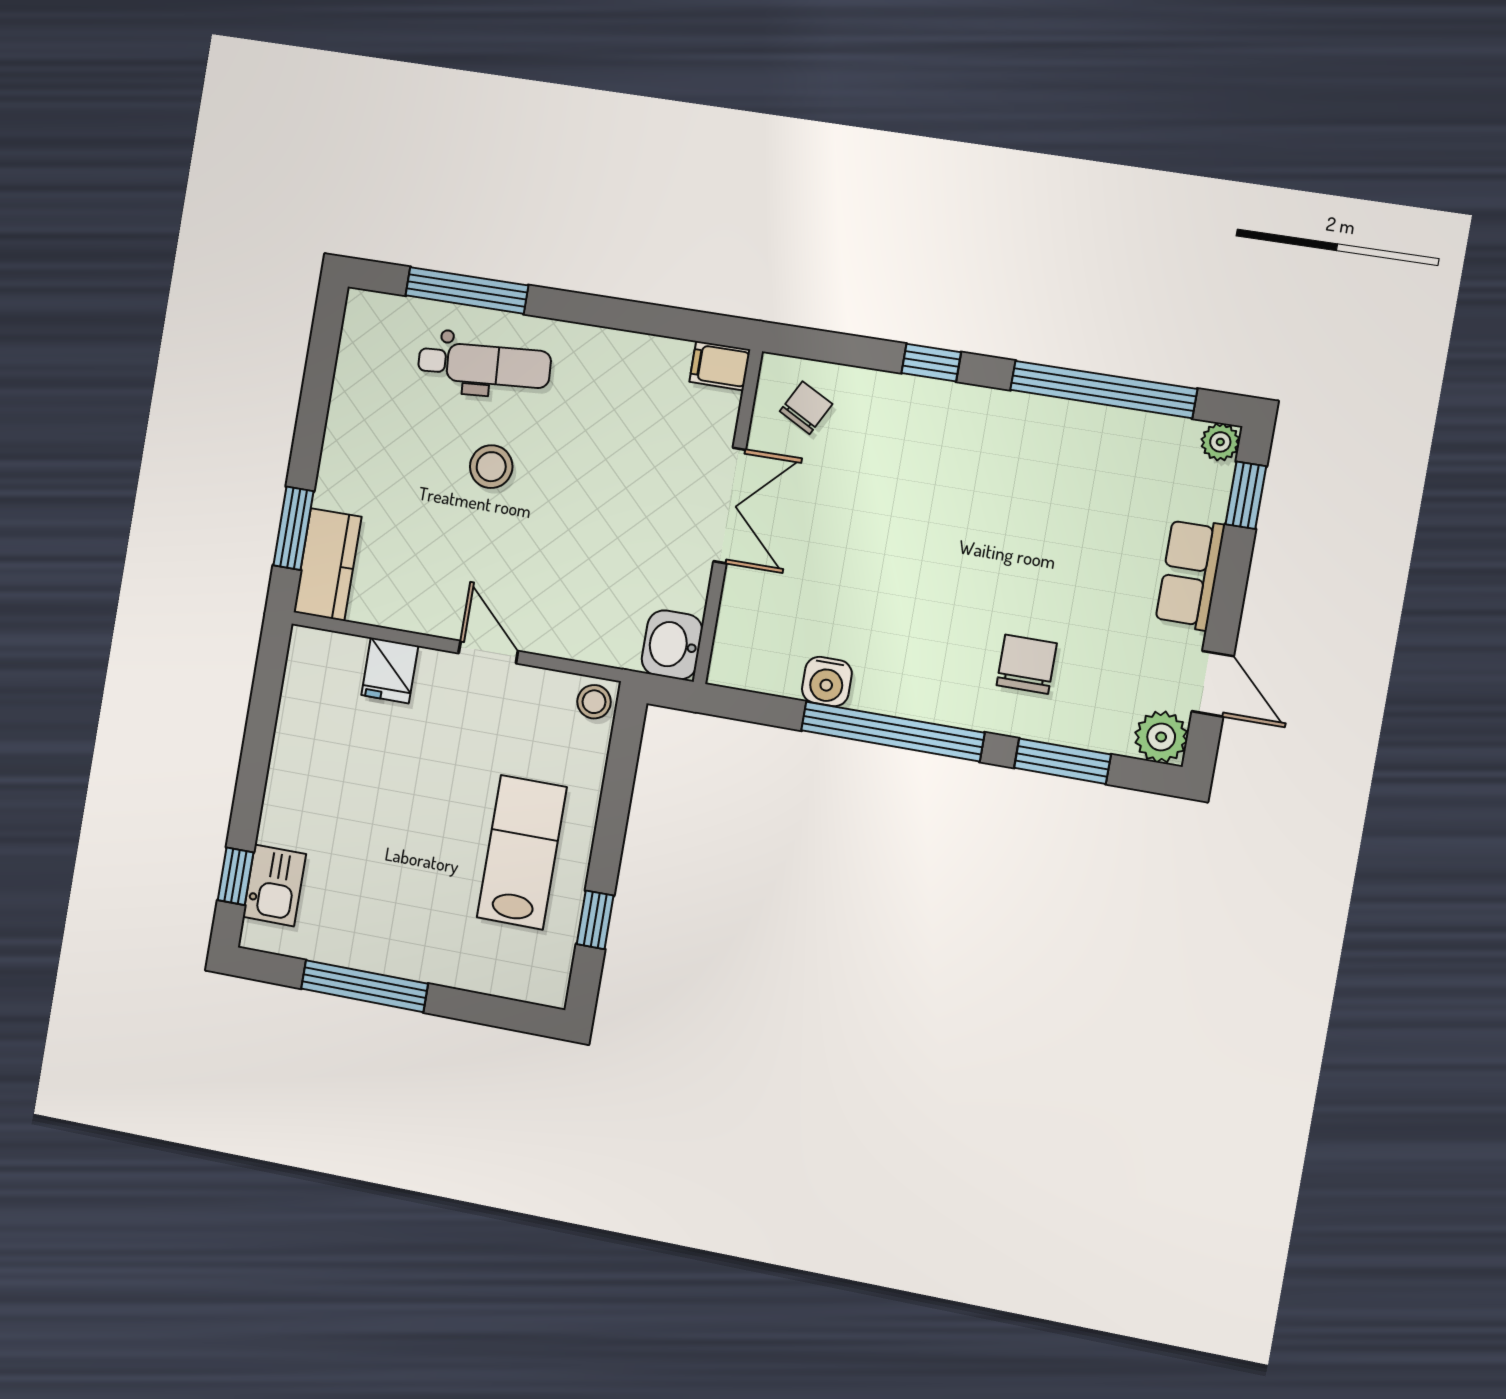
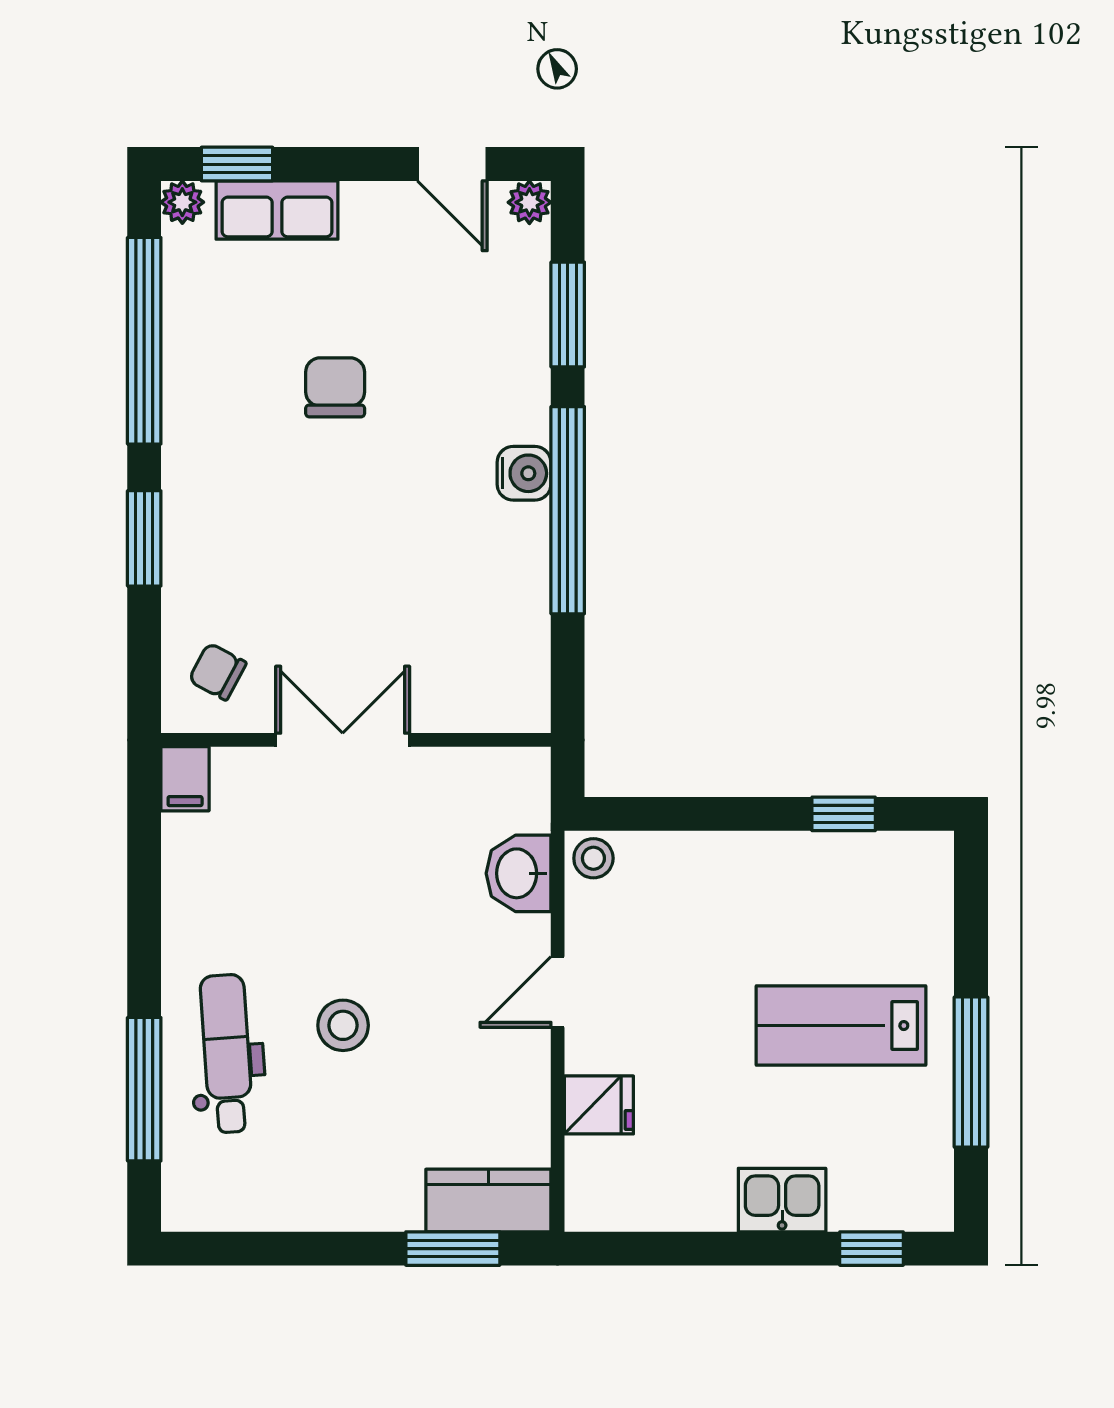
window: (931, 363) -> (144, 538), width x1.50
row of seats: (1190, 574) -> (277, 210), moved
washbasin: (672, 645) -> (519, 873), moved, turned 90
chair: (1027, 664) -> (335, 387), moved, turned 90
water cooler: (827, 681) -> (524, 473), moved
door: (1213, 684) -> (452, 164), swing flipped
plant: (1161, 737) -> (529, 202), width x0.73, depth x0.73
lab bench: (522, 852) -> (841, 1026), moved
kitchen sink: (274, 885) -> (782, 1200), moved

